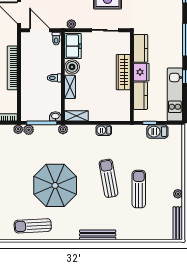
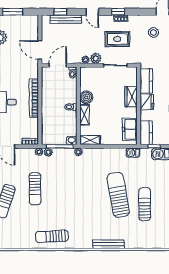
plant: (83, 22) -> (96, 58), added
door: (40, 30) -> (58, 65), hinge flipped
freezer: (73, 46) -> (130, 129), moved, turned 180
wardrobe: (123, 72) -> (131, 97), width x0.67
kitchen counter: (141, 96) -> (146, 133), moved
barbecue: (104, 130) -> (133, 153), moved
sun lounger: (13, 171) -> (35, 189), added
sun lounger: (109, 178) -> (118, 195), width x1.36, depth x1.34
parasol: (55, 185) -> (71, 201), removed

